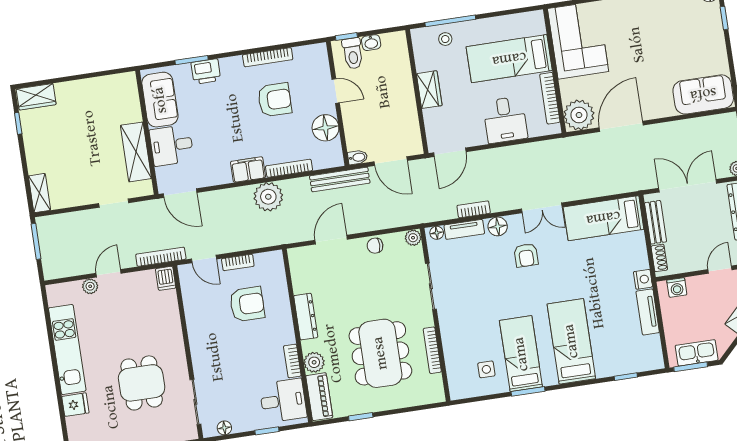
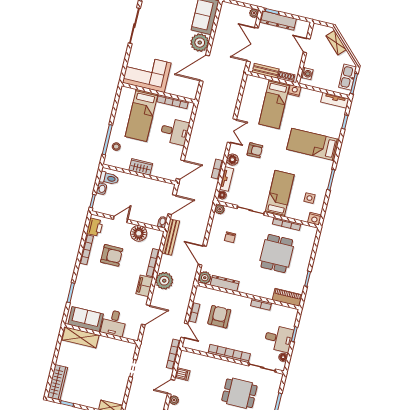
toilet: (353, 53) -> (109, 178), moved
printer: (206, 71) -> (95, 227), moved
wardrobe: (36, 97) -> (58, 382), width x1.50
armchair: (275, 100) -> (112, 255), turned 90
plant: (579, 115) -> (200, 43), moved
door: (621, 126) -> (204, 68), hinge flipped
shelving: (136, 152) -> (81, 338), moved
door: (450, 152) -> (180, 170), hinge flipped
door: (180, 193) -> (146, 315), moved
bed: (603, 218) -> (274, 104), moved
chair: (375, 246) -> (230, 237), moved
door: (204, 259) -> (184, 331), hinge flipped
door: (109, 273) -> (171, 387), hinge flipped
dishwasher: (166, 278) -> (182, 374), moved
tv unit: (648, 312) -> (335, 100), moved
dresser: (306, 317) -> (225, 283), moved
bookcase: (197, 342) -> (229, 353), added
dining table: (380, 353) -> (277, 253), width x0.73
bed: (521, 354) -> (280, 193), moved, turned 90
plant: (314, 362) -> (205, 278), moved
nightstand: (458, 390) -> (315, 219), added
desk: (283, 401) -> (279, 338), moved, turned 90

